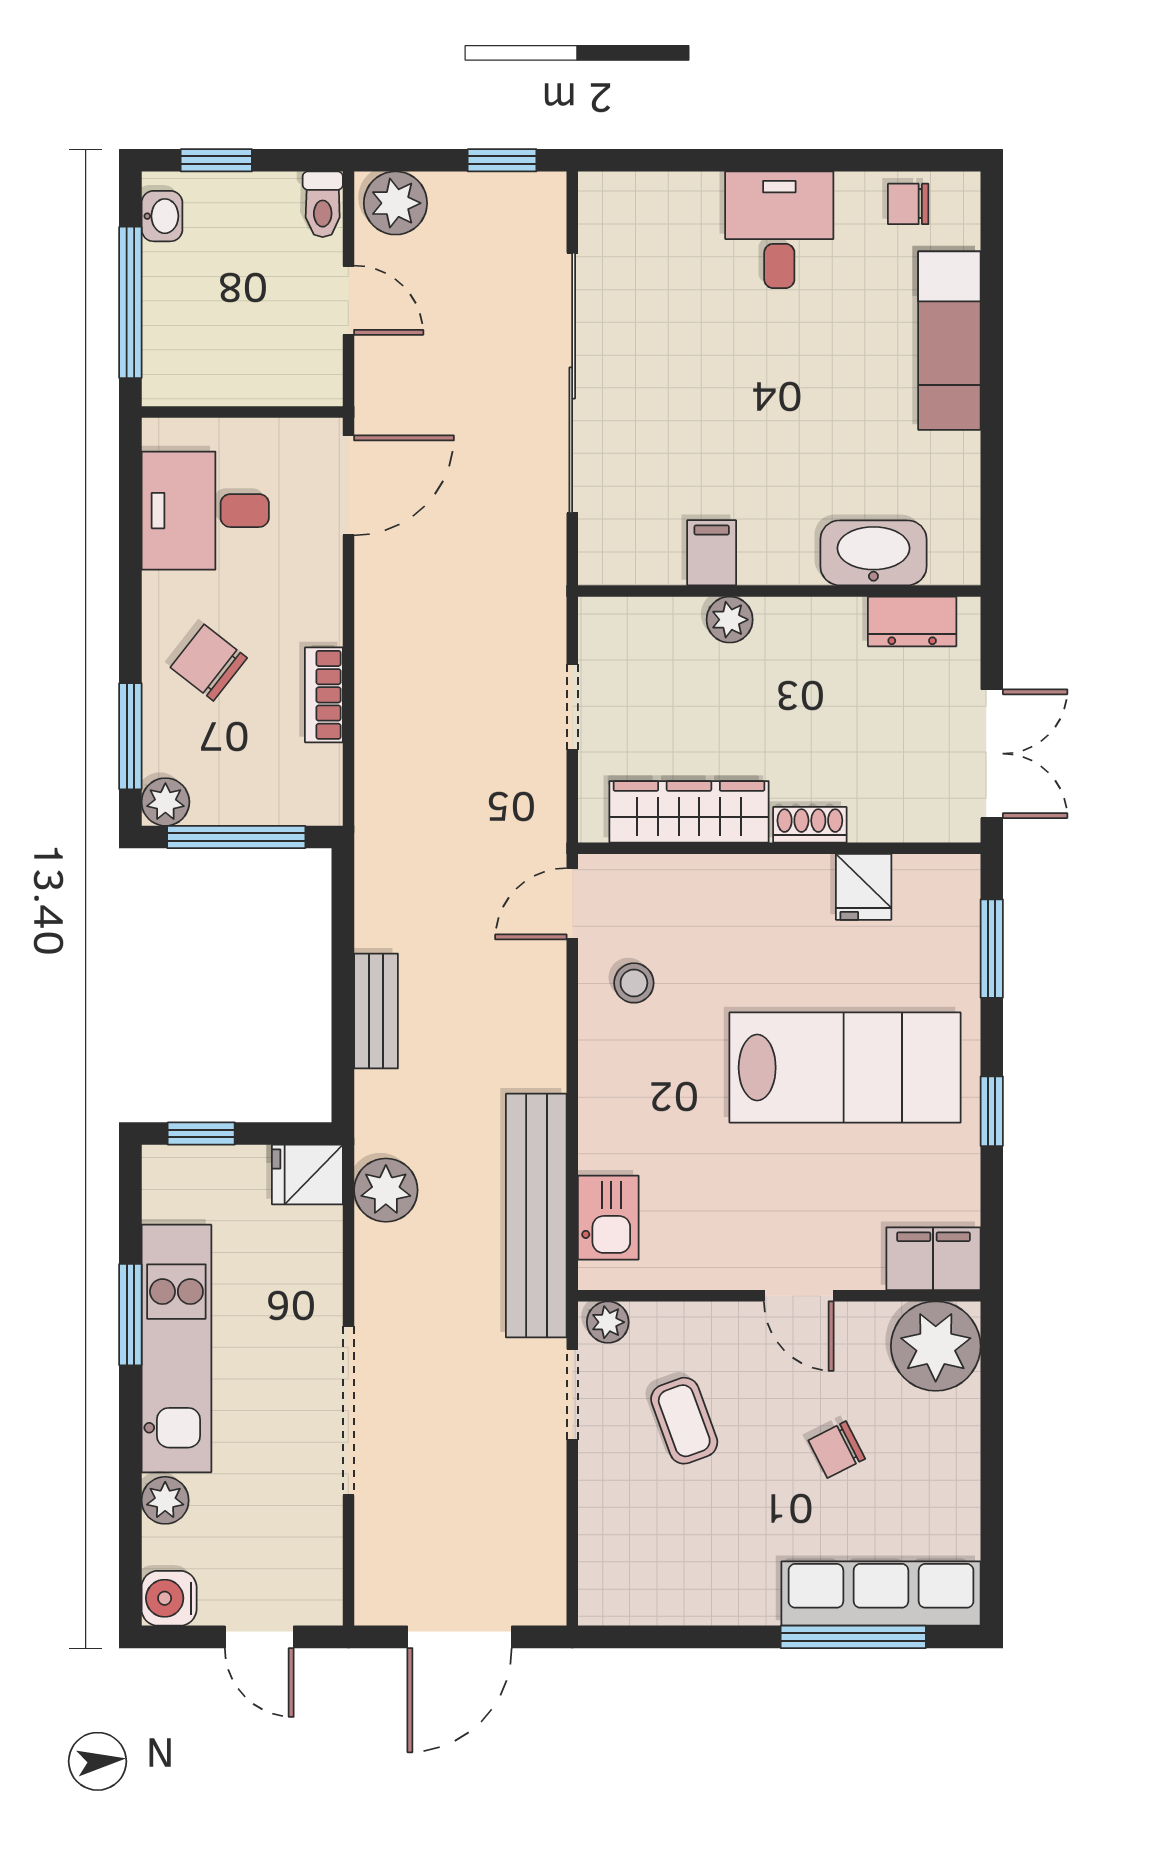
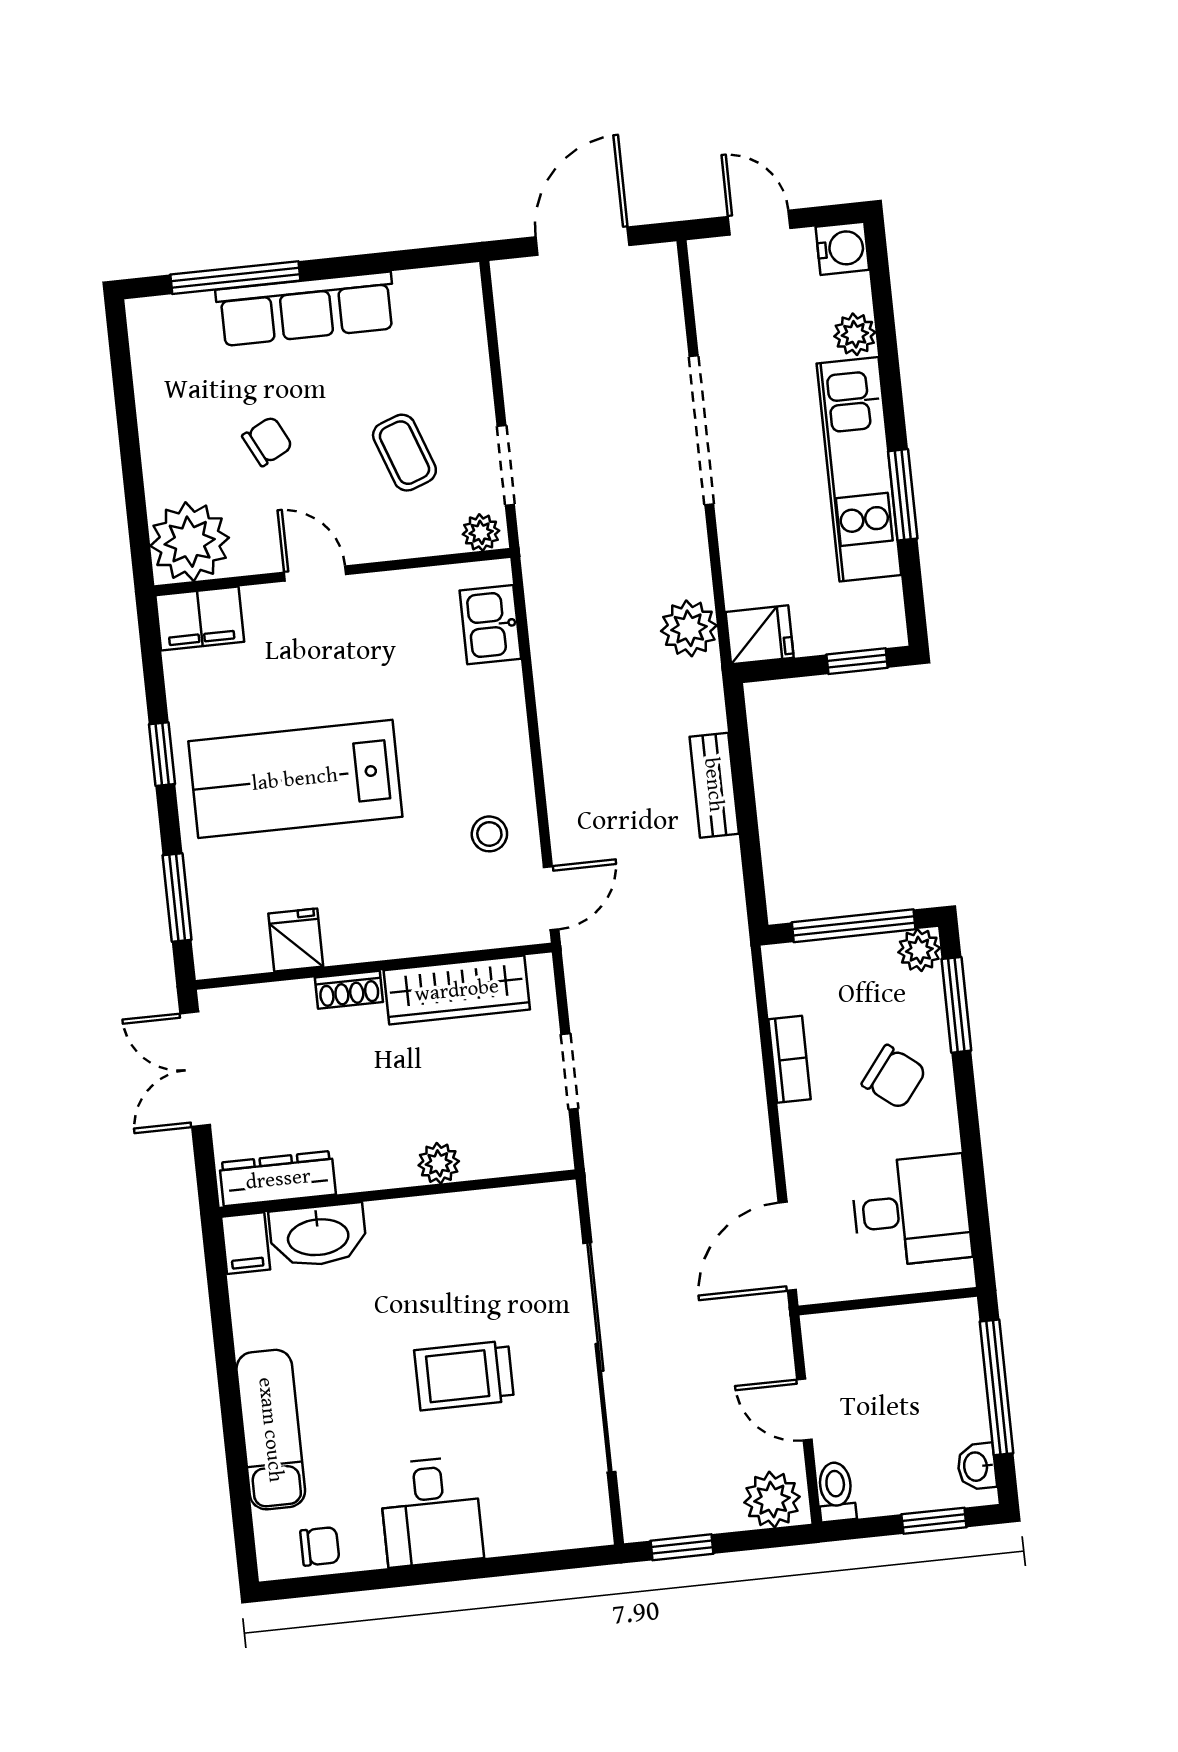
trolley: (726, 378) -> (464, 1376), added
filing cabinet: (712, 553) -> (246, 1243), moved
dresser: (912, 621) -> (278, 1179), width x1.44
bench: (536, 1216) -> (554, 620), removed
row of seats: (881, 1594) -> (306, 309), moved

